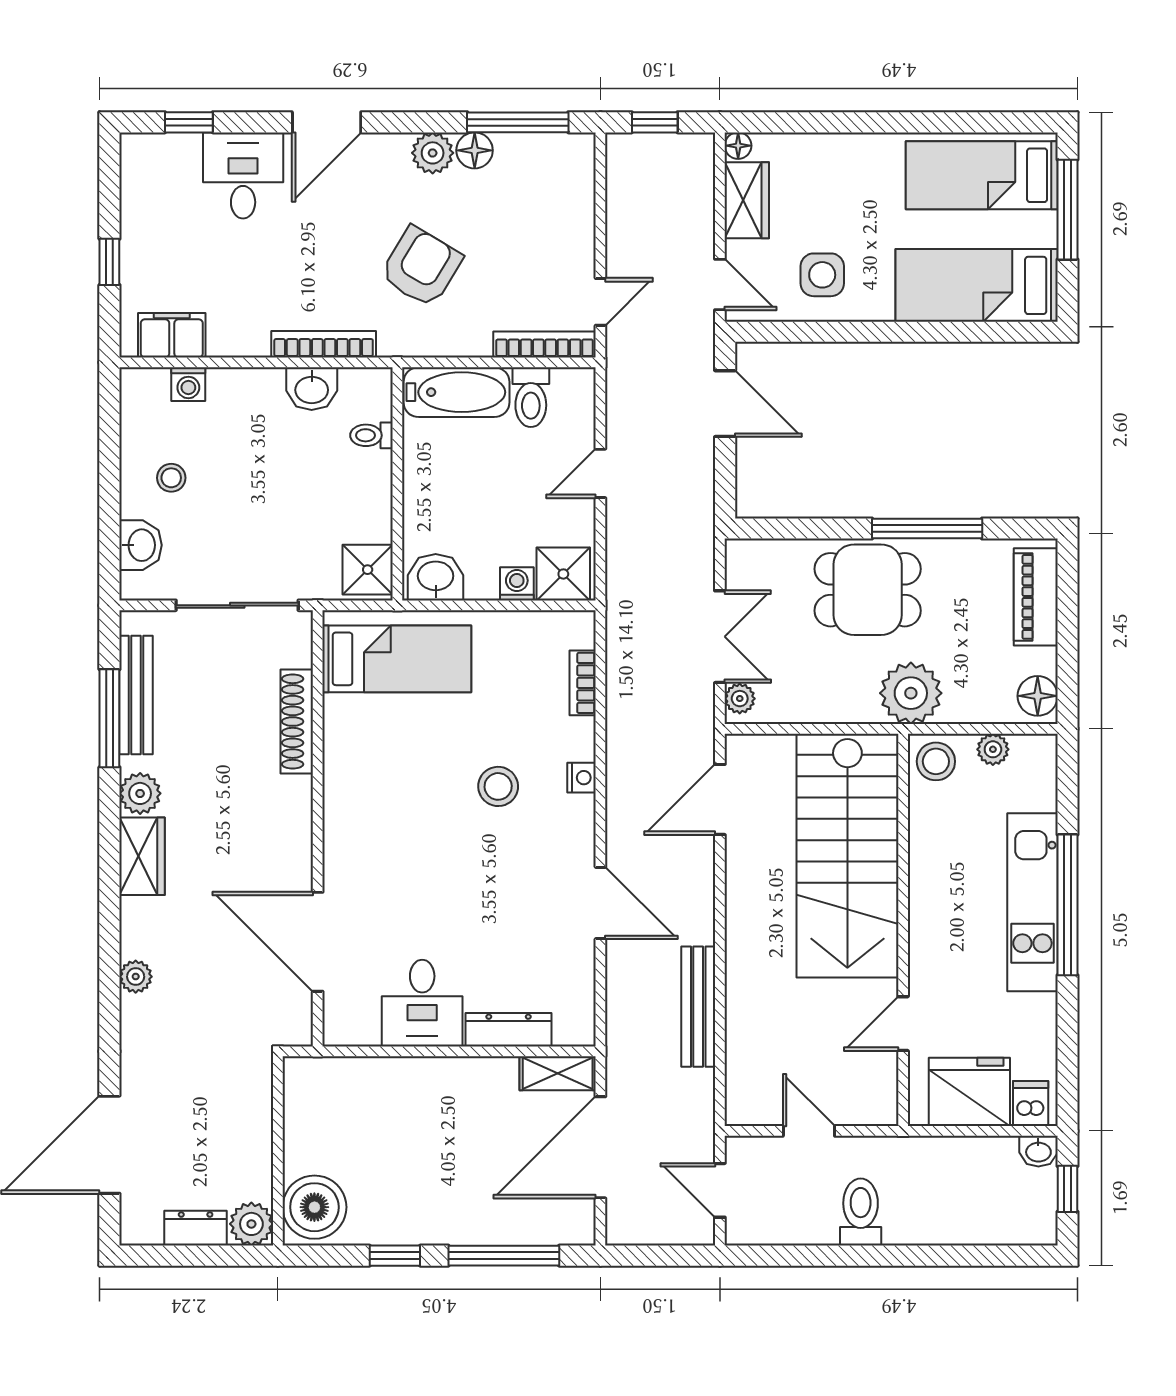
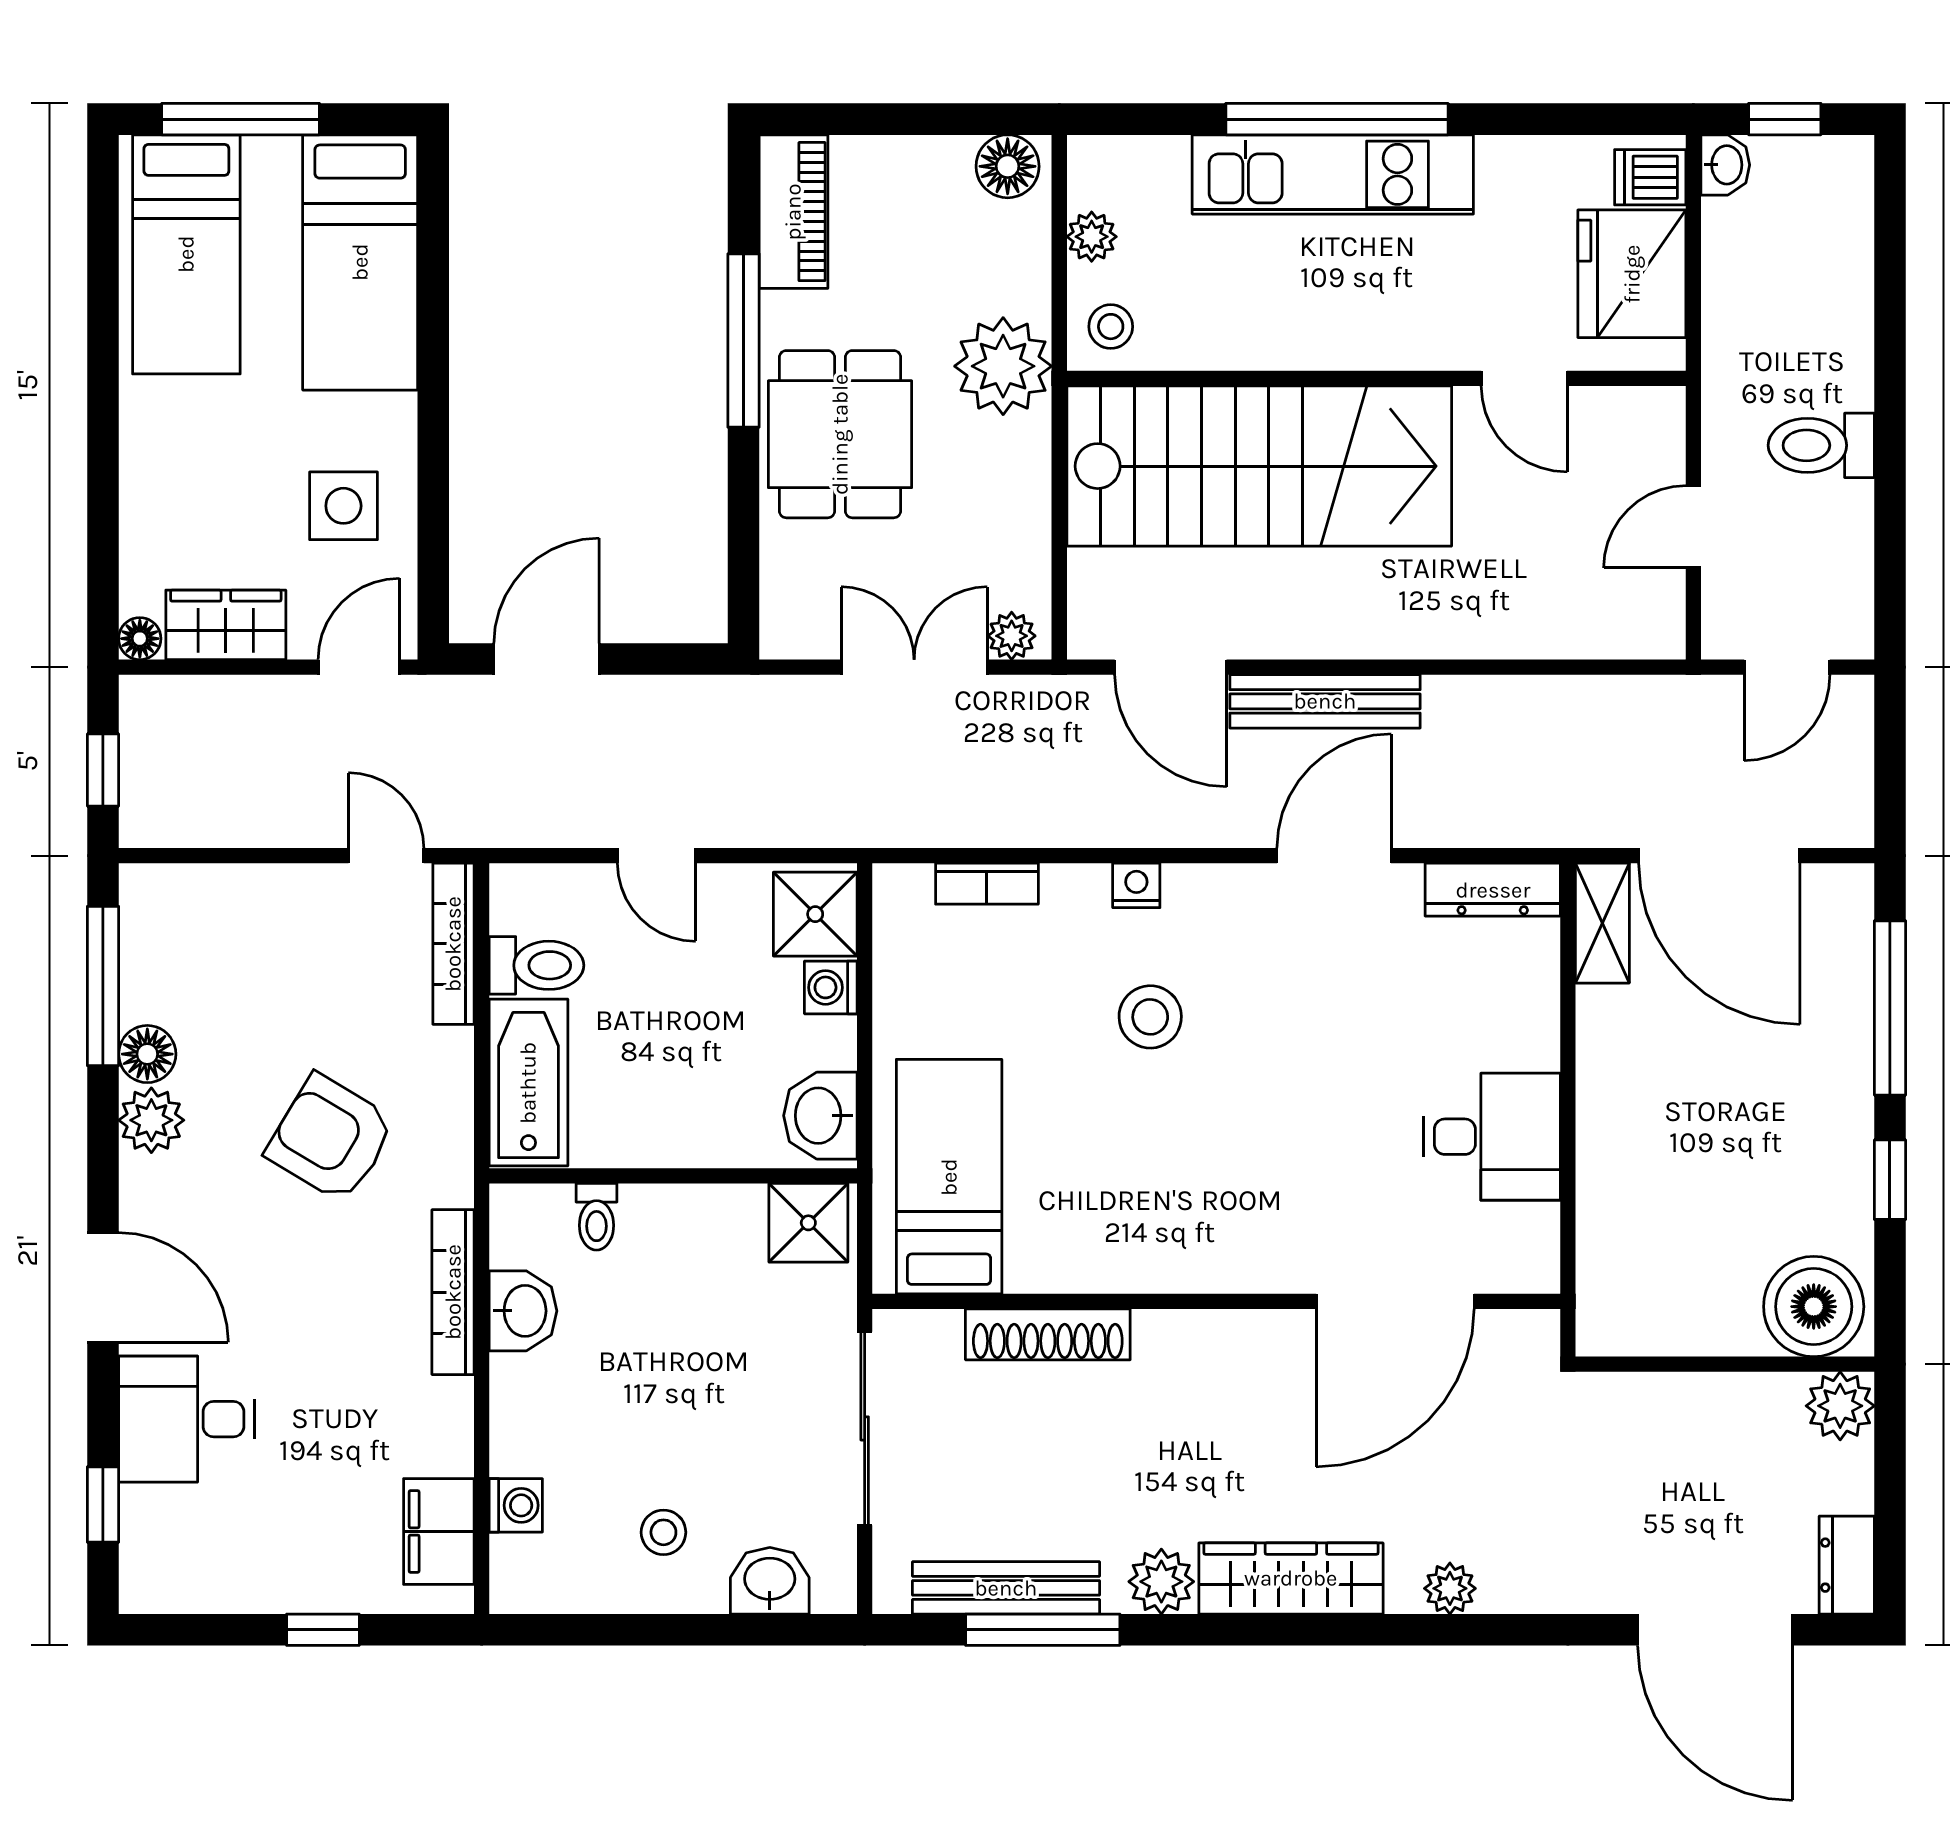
piano: (1036, 597) -> (793, 212), moved, turned -90
stool: (936, 761) -> (1111, 327), width x0.73, depth x0.73
wardrobe: (142, 856) -> (1291, 1578), width x1.50
bench: (698, 1007) -> (1325, 701), moved
dresser: (509, 1030) -> (1493, 890), moved, turned -90
dresser: (196, 1228) -> (1847, 1565), moved

